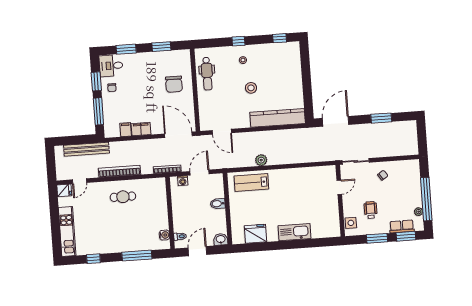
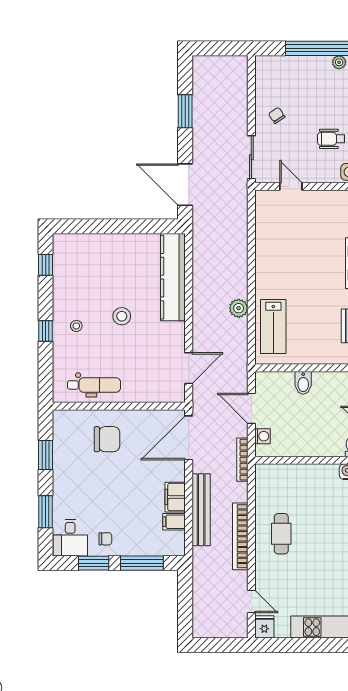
bench: (86, 149) -> (201, 510), moved

